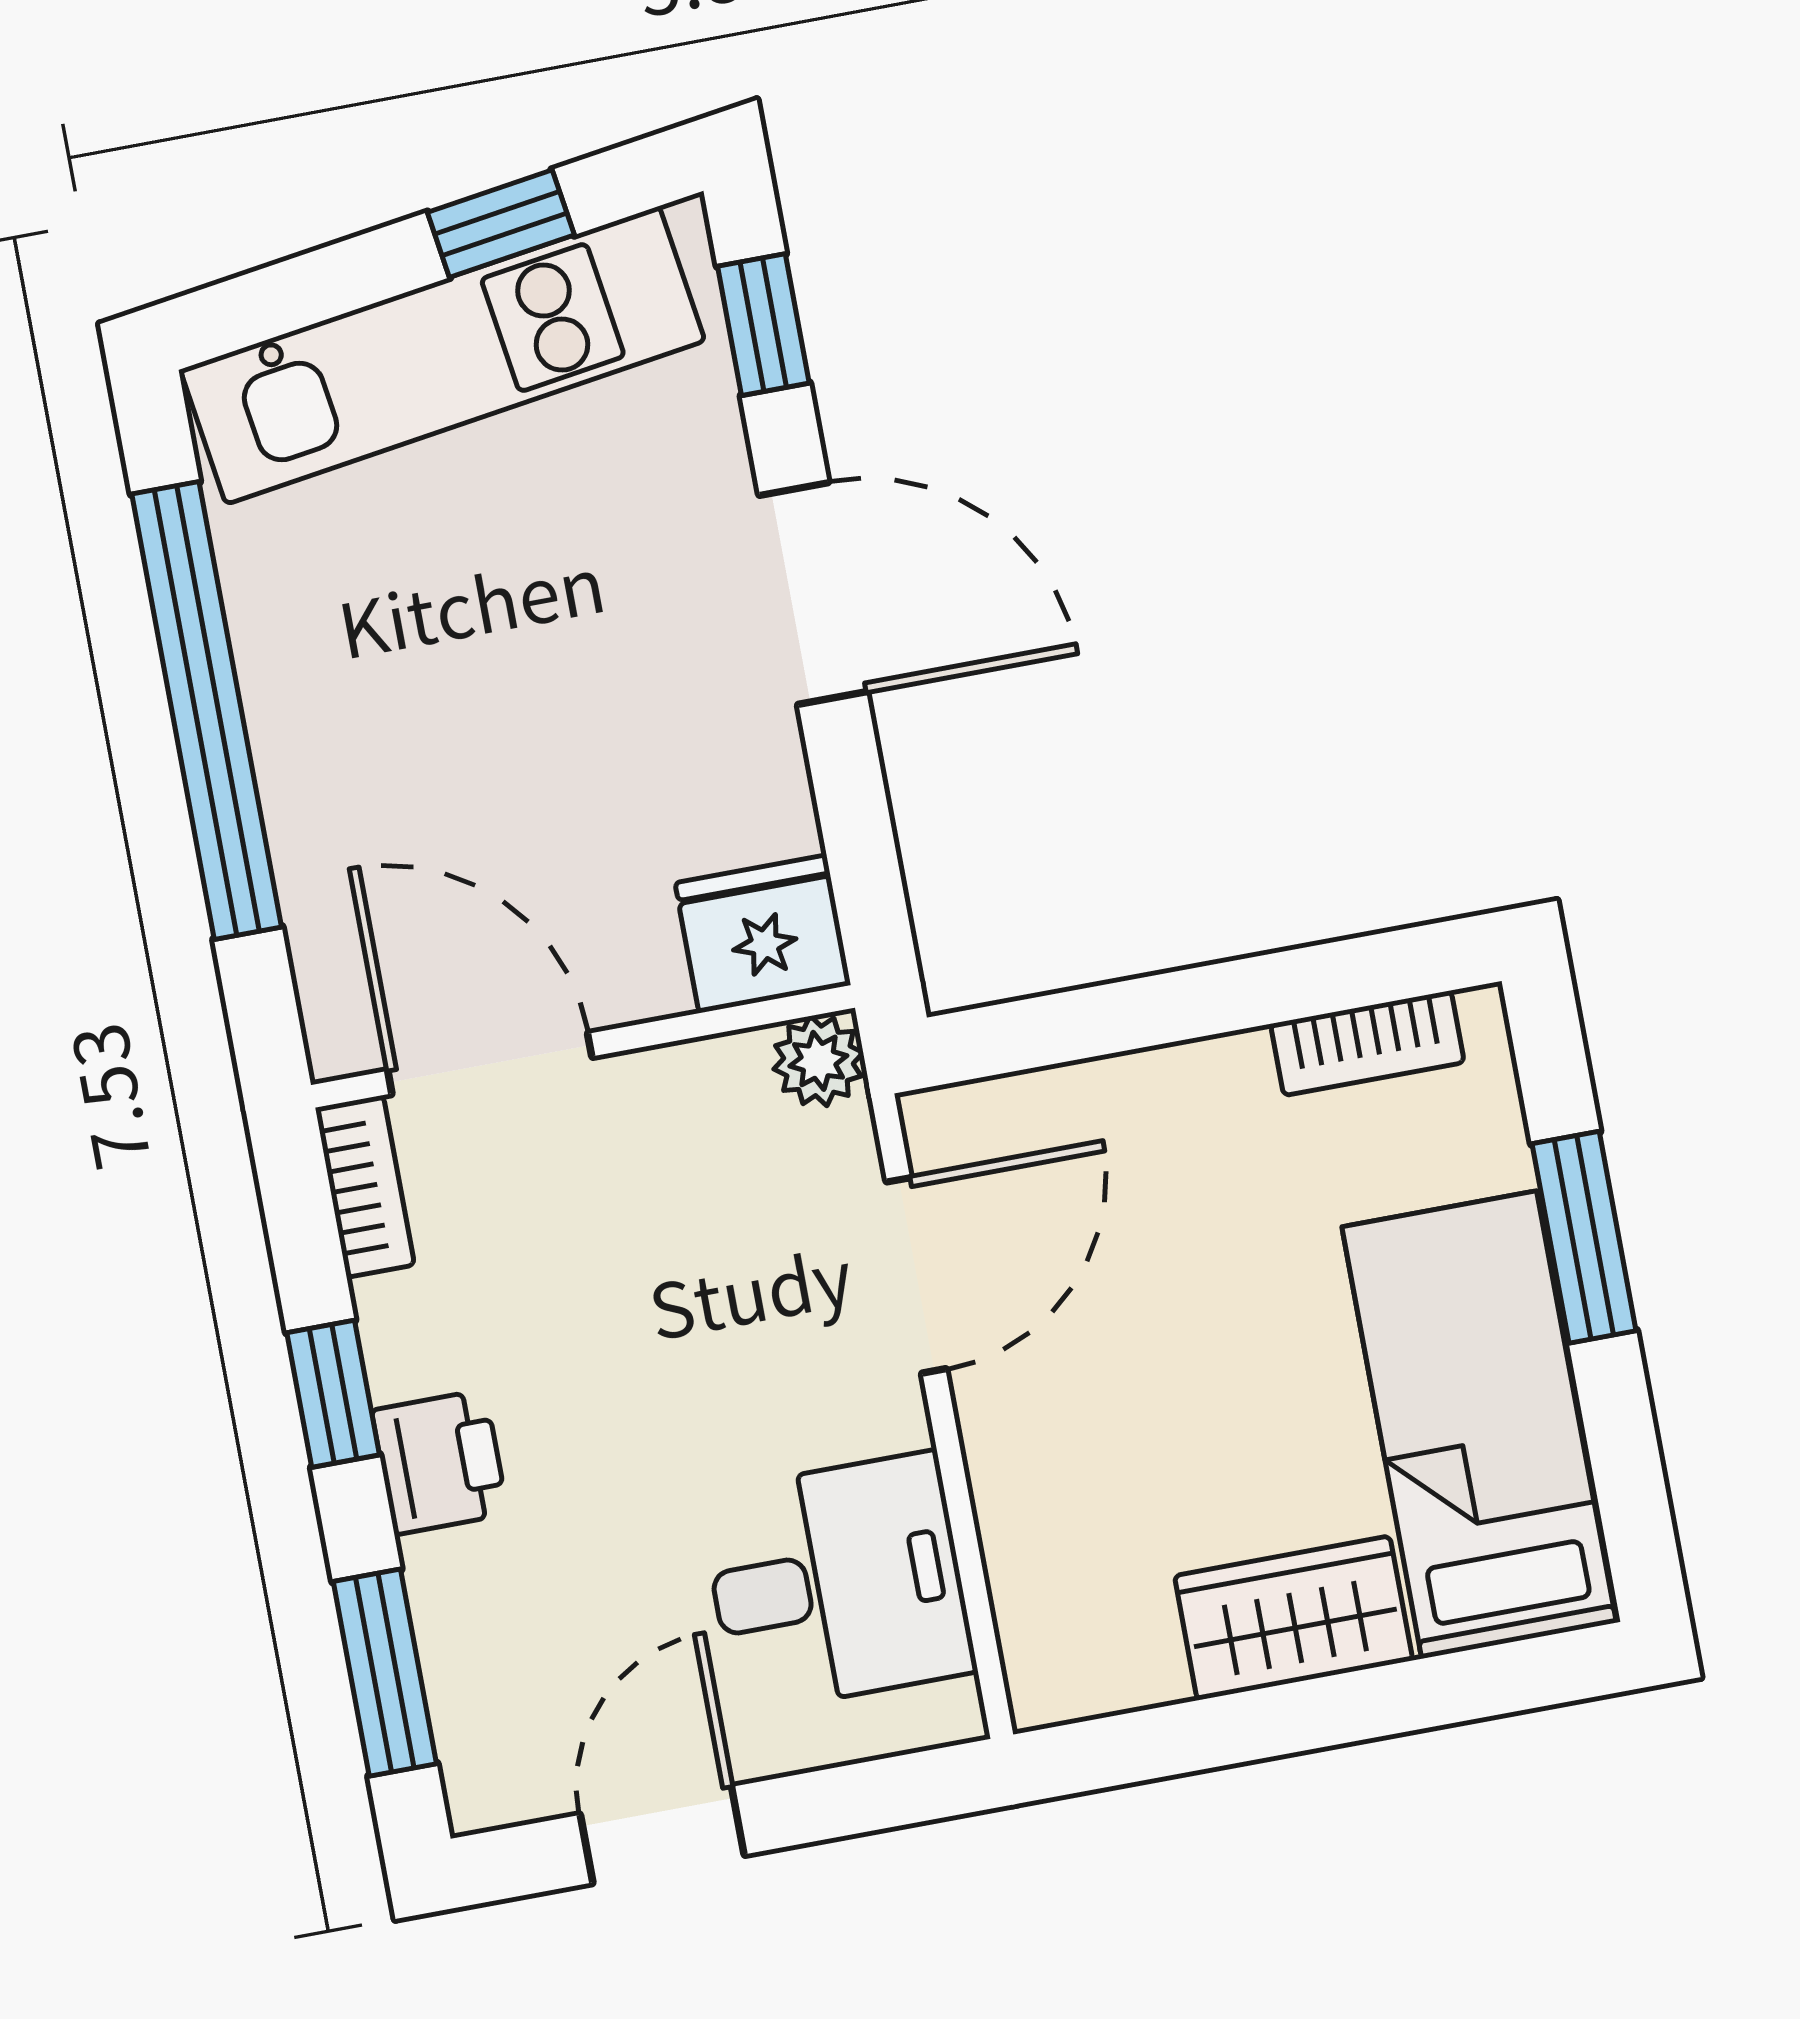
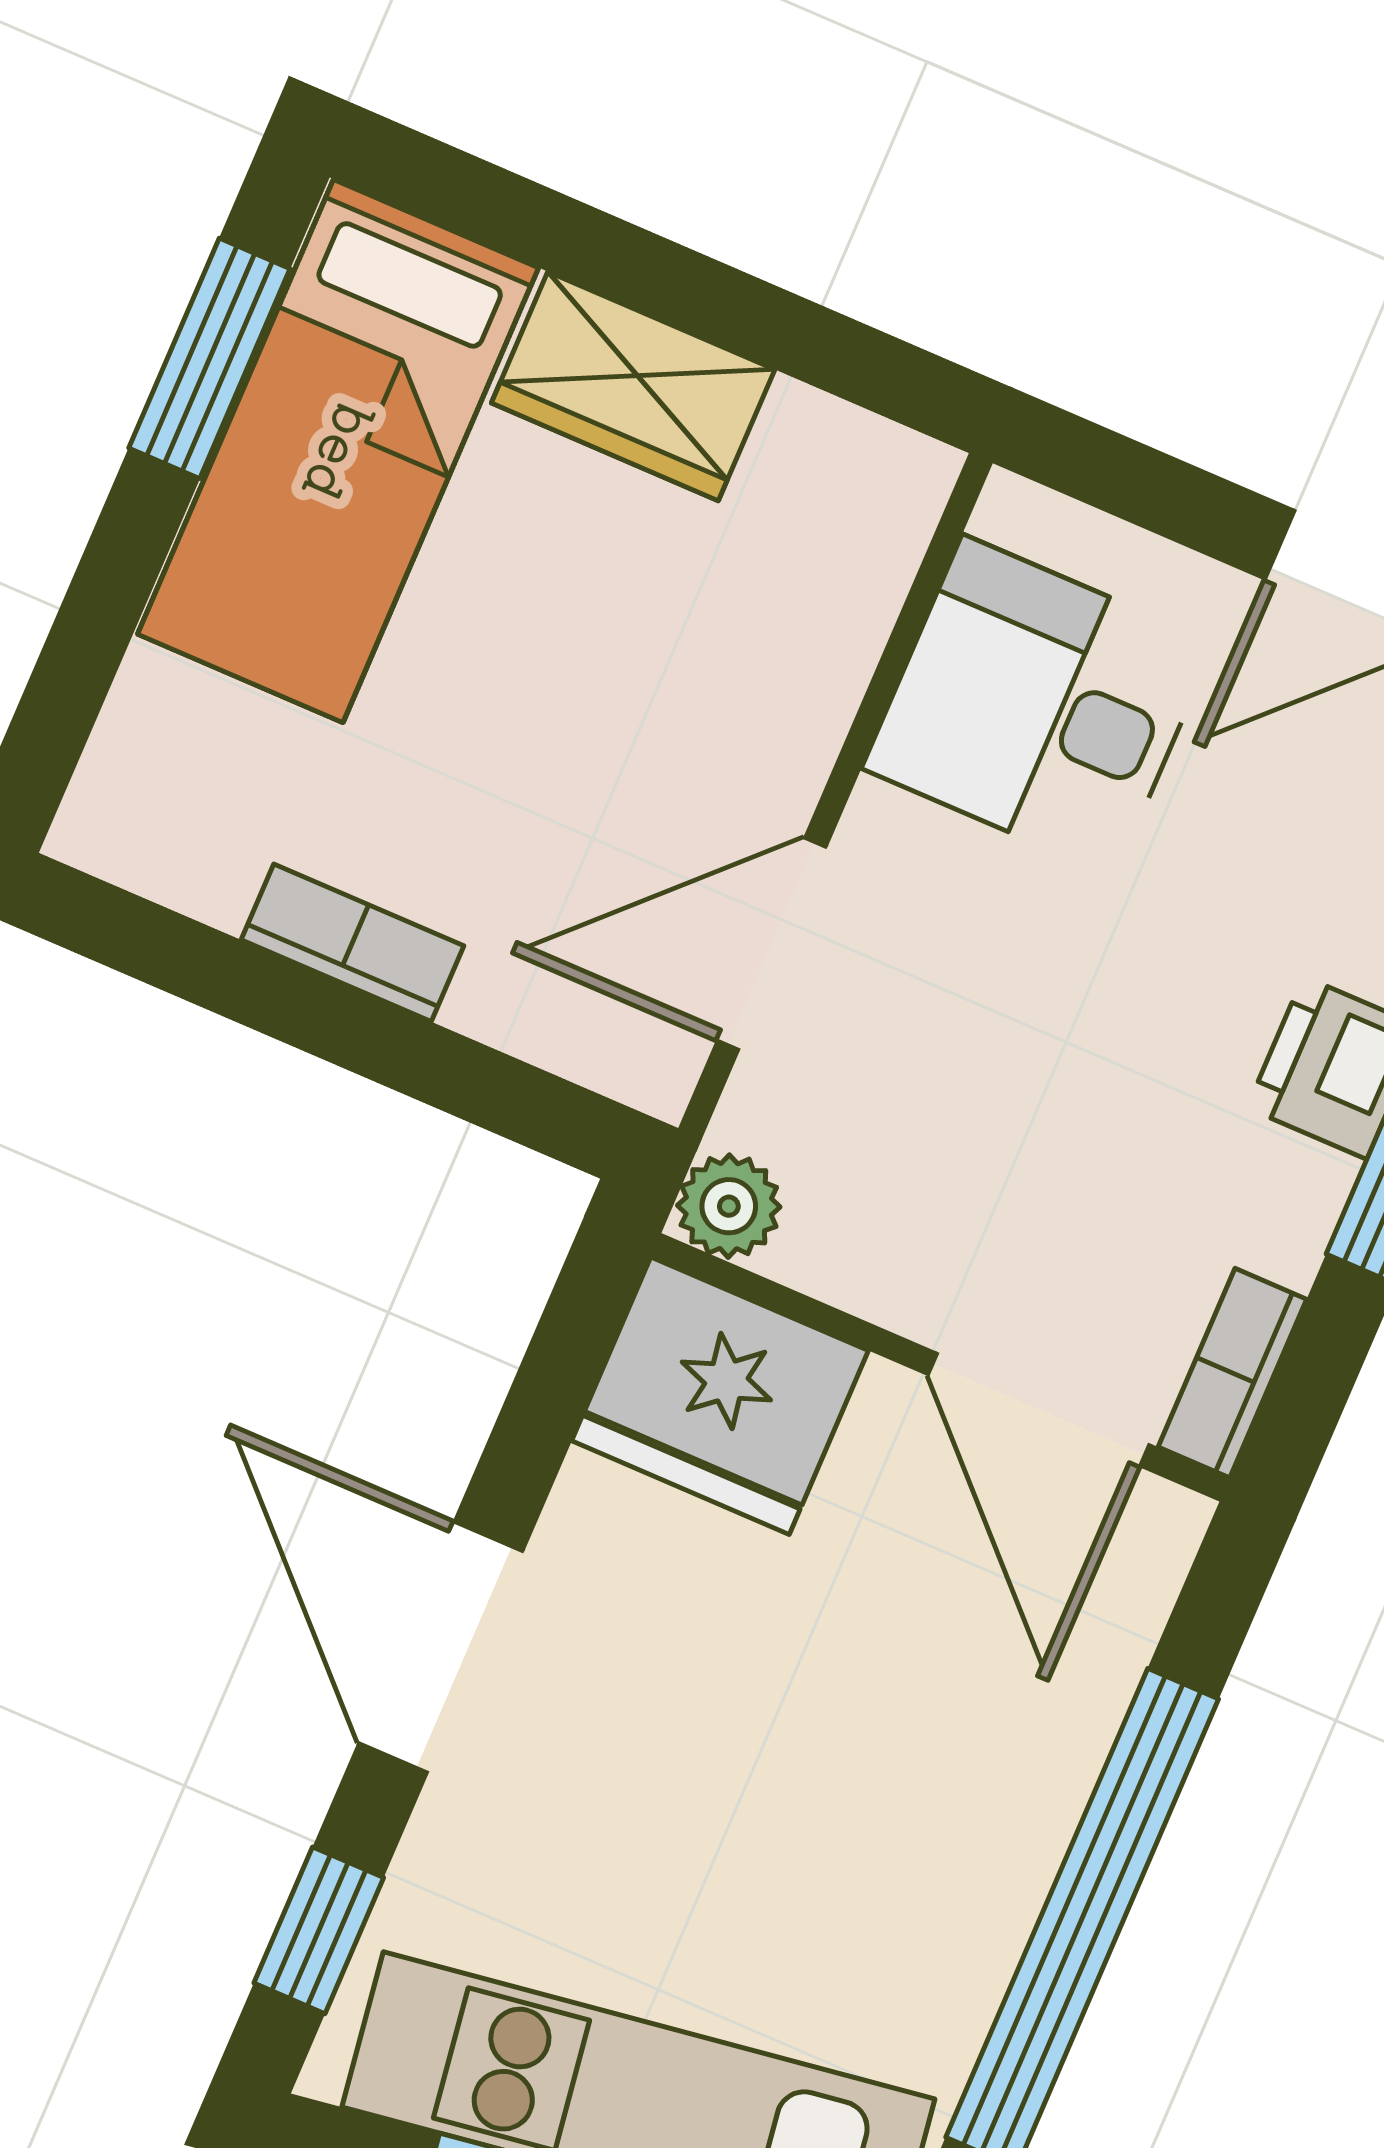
fridge: (763, 934) -> (720, 1396), width x1.36, depth x1.34
bookcase: (1367, 1043) -> (352, 943), moved
window: (1584, 1237) -> (209, 358), moved

